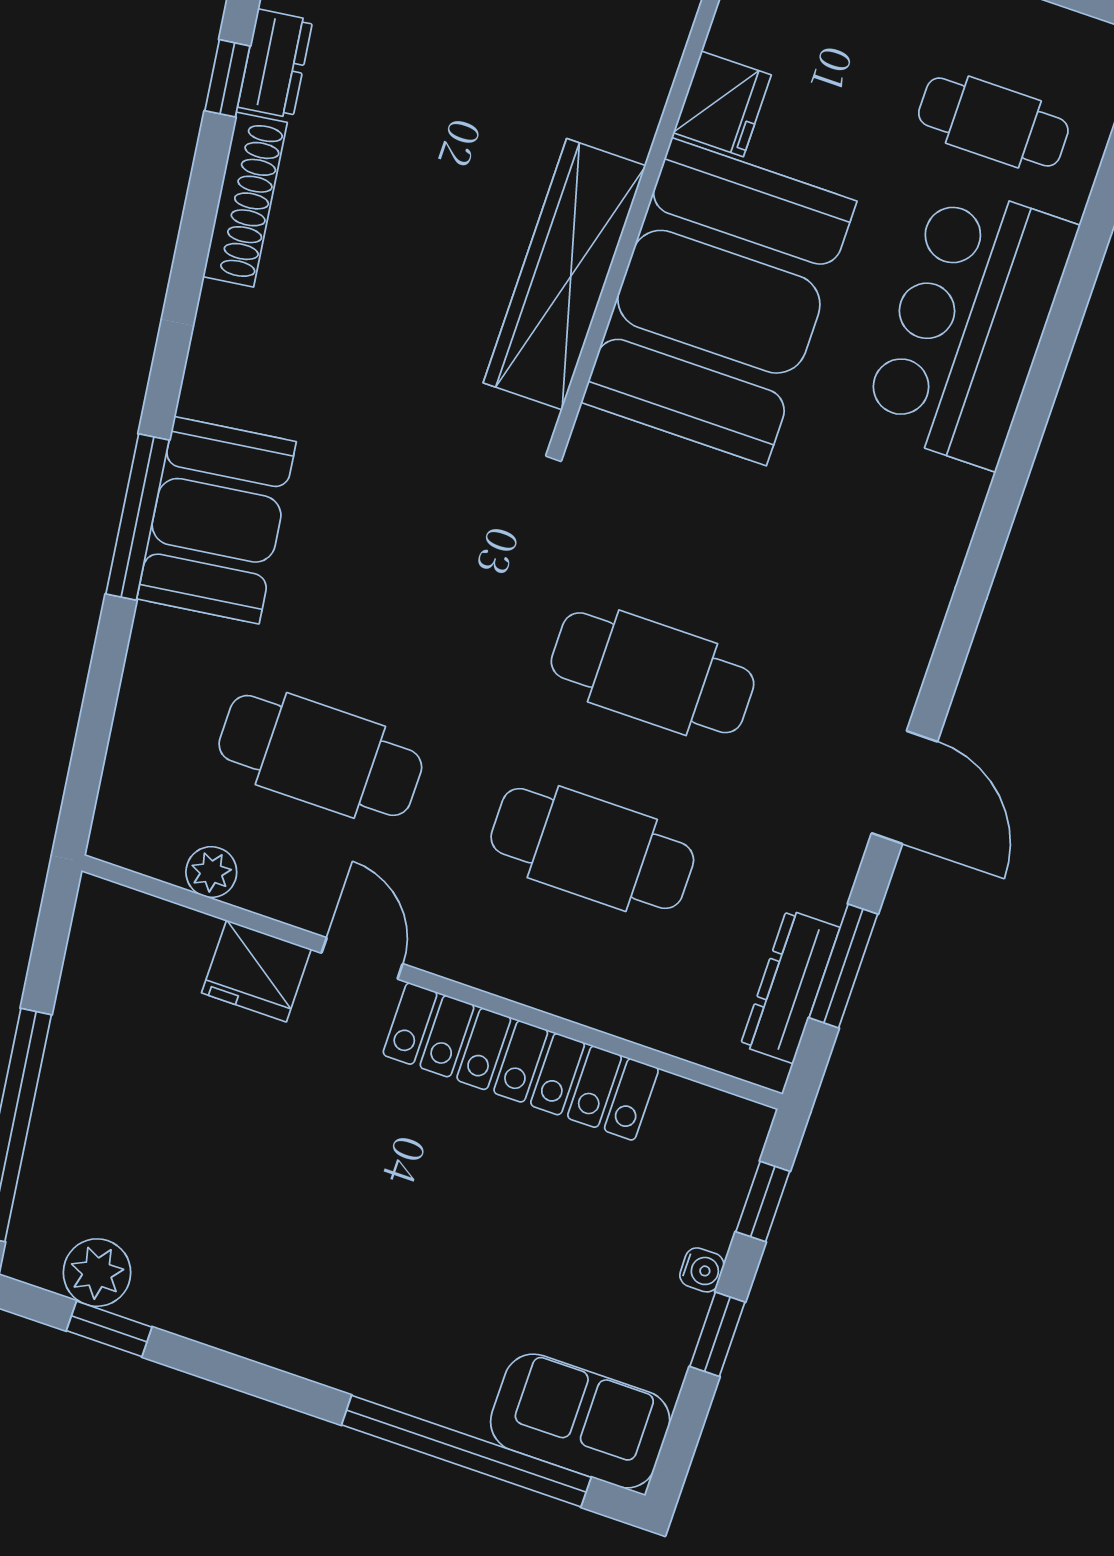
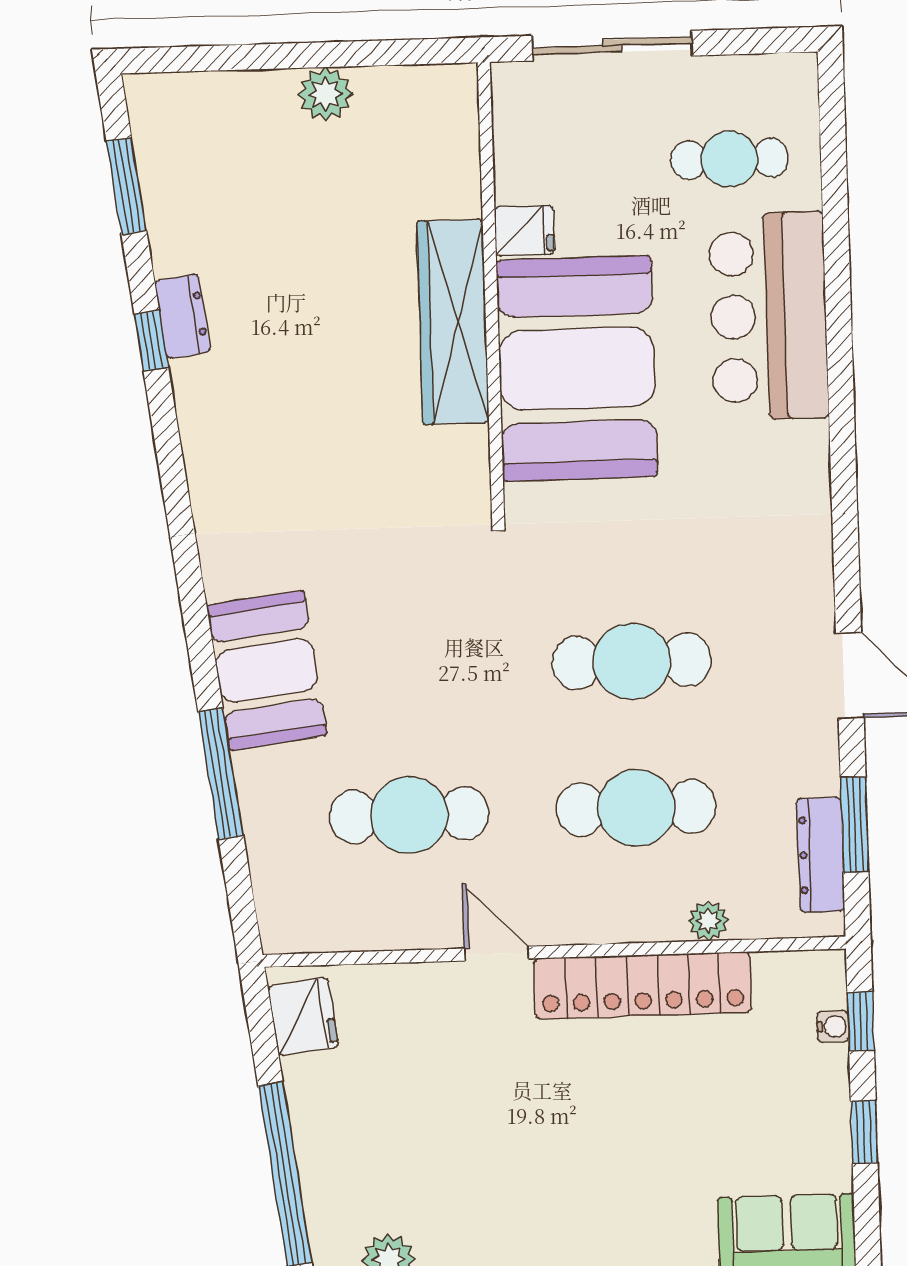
fridge: (722, 104) -> (524, 231), width x0.72
shoe rack: (245, 200) -> (198, 425), removed
wardrobe: (564, 274) -> (453, 322), moved
window: (138, 517) -> (221, 774), moved
plant: (211, 872) -> (708, 921), moved
fridge: (256, 971) -> (303, 1016), moved, turned -97
water cooler: (702, 1270) -> (833, 1026), moved

